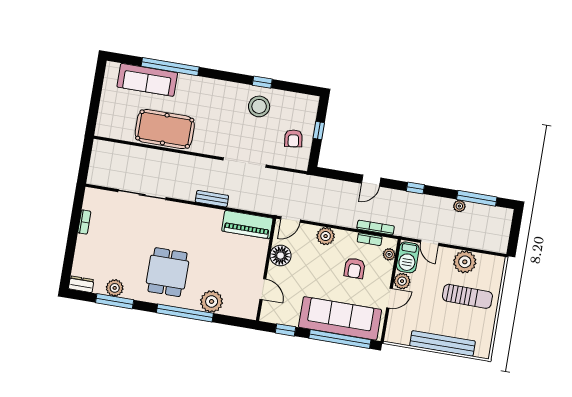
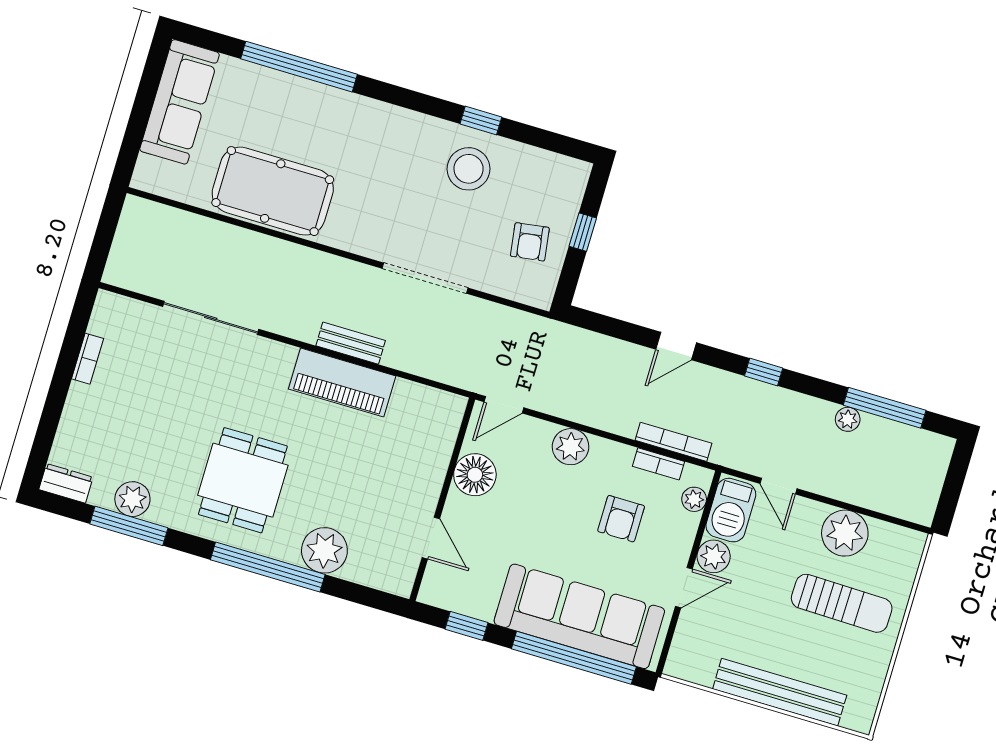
sofa: (147, 80) -> (179, 102), moved, turned -90
piano: (247, 225) -> (342, 383), moved

